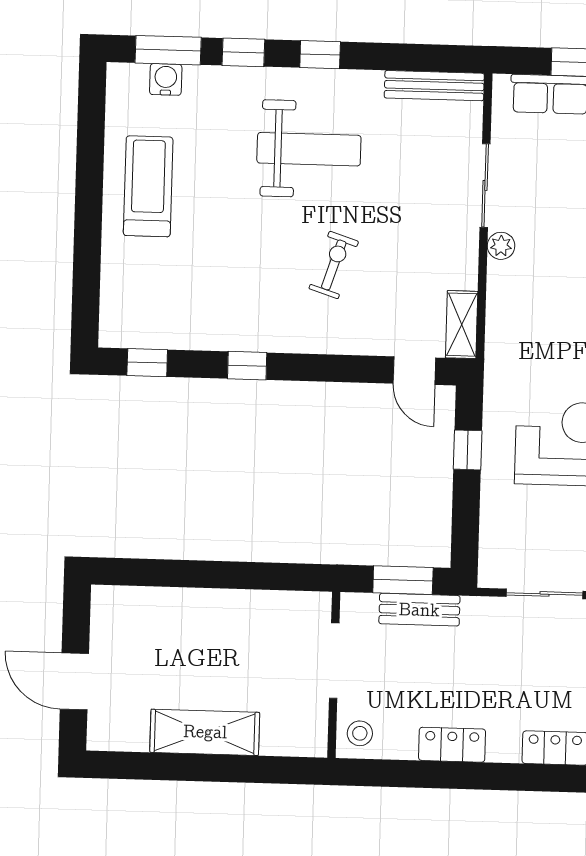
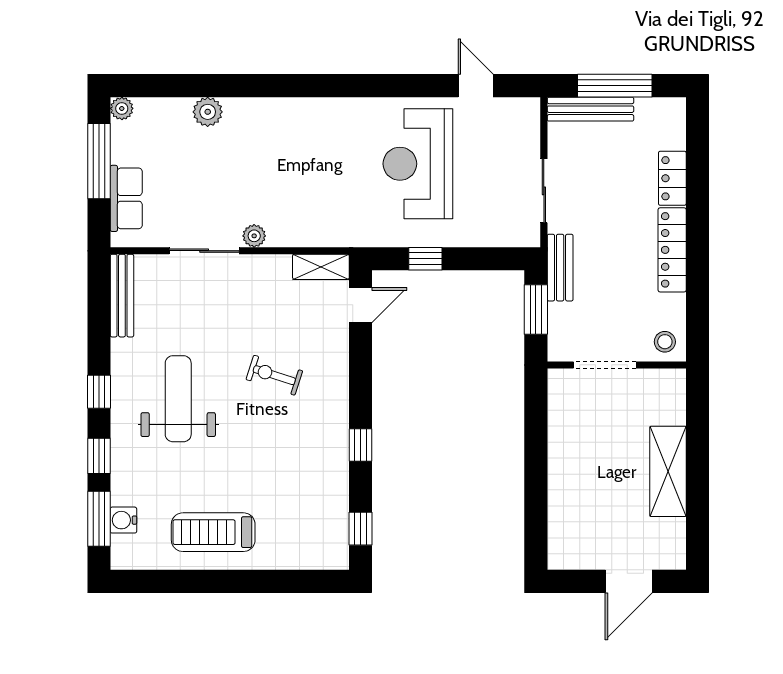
bench: (419, 610) -> (560, 268), moved
locker: (452, 745) -> (672, 250), width x1.53

